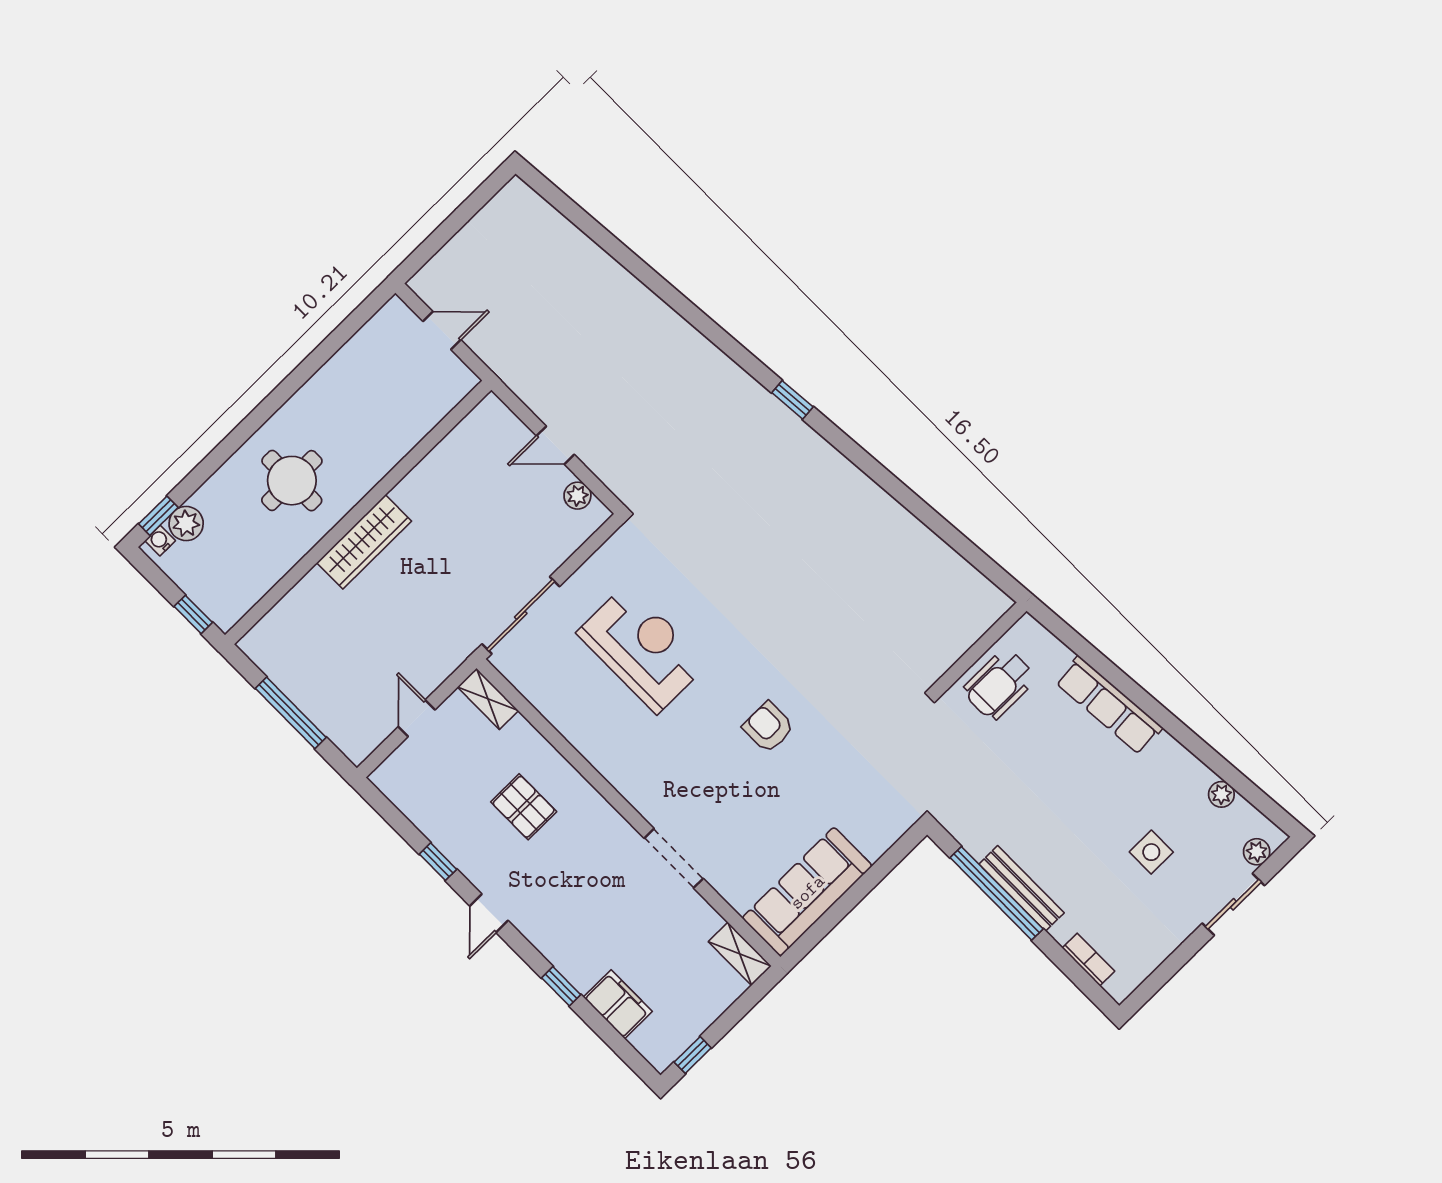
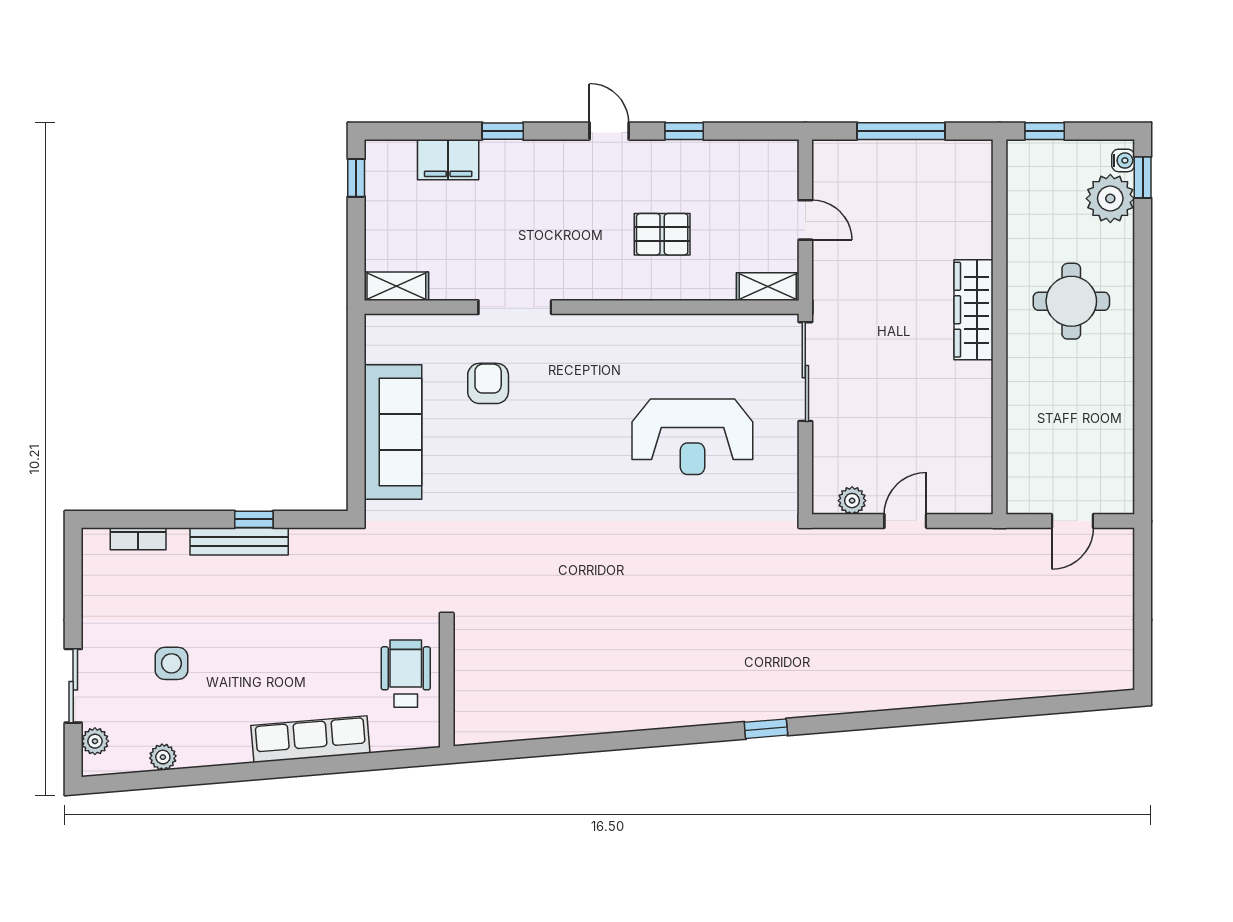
plant: (186, 523) -> (1110, 199), width x1.36, depth x1.36
armchair: (768, 727) -> (488, 383), moved, turned -90
sofa: (807, 892) -> (393, 432), moved
window: (997, 893) -> (254, 519), width x0.32

